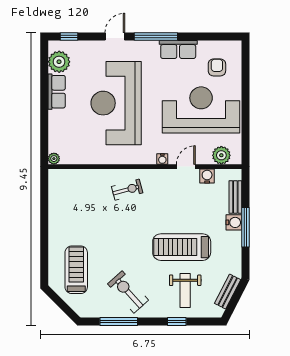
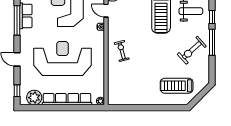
window: (156, 37) -> (17, 20), moved
row of seats: (57, 92) -> (67, 99), width x2.02
reception desk: (116, 103) -> (62, 58), turned 180
window: (119, 321) -> (212, 42), moved

